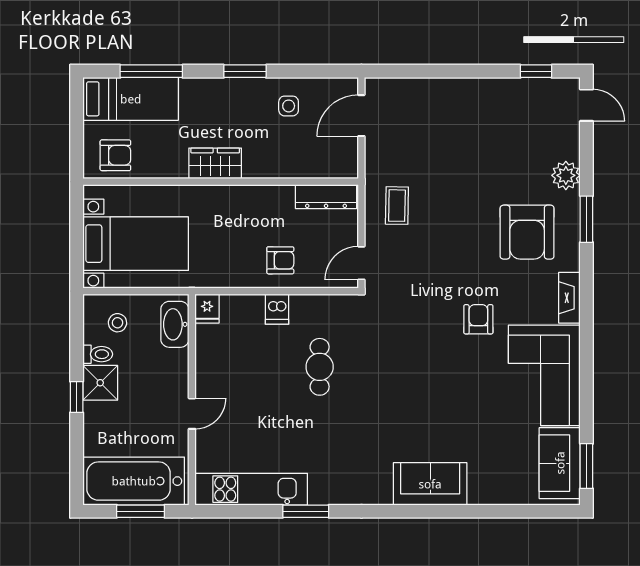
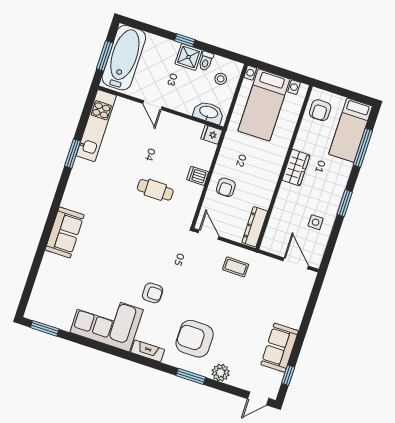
sofa: (560, 463) -> (280, 348), moved, turned -90

